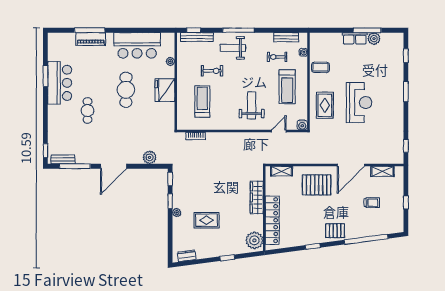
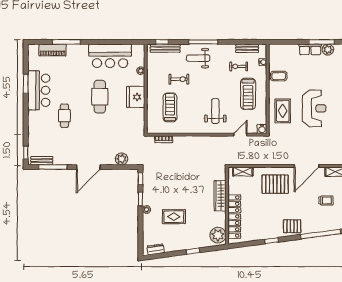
piano: (91, 39) -> (52, 50), moved

